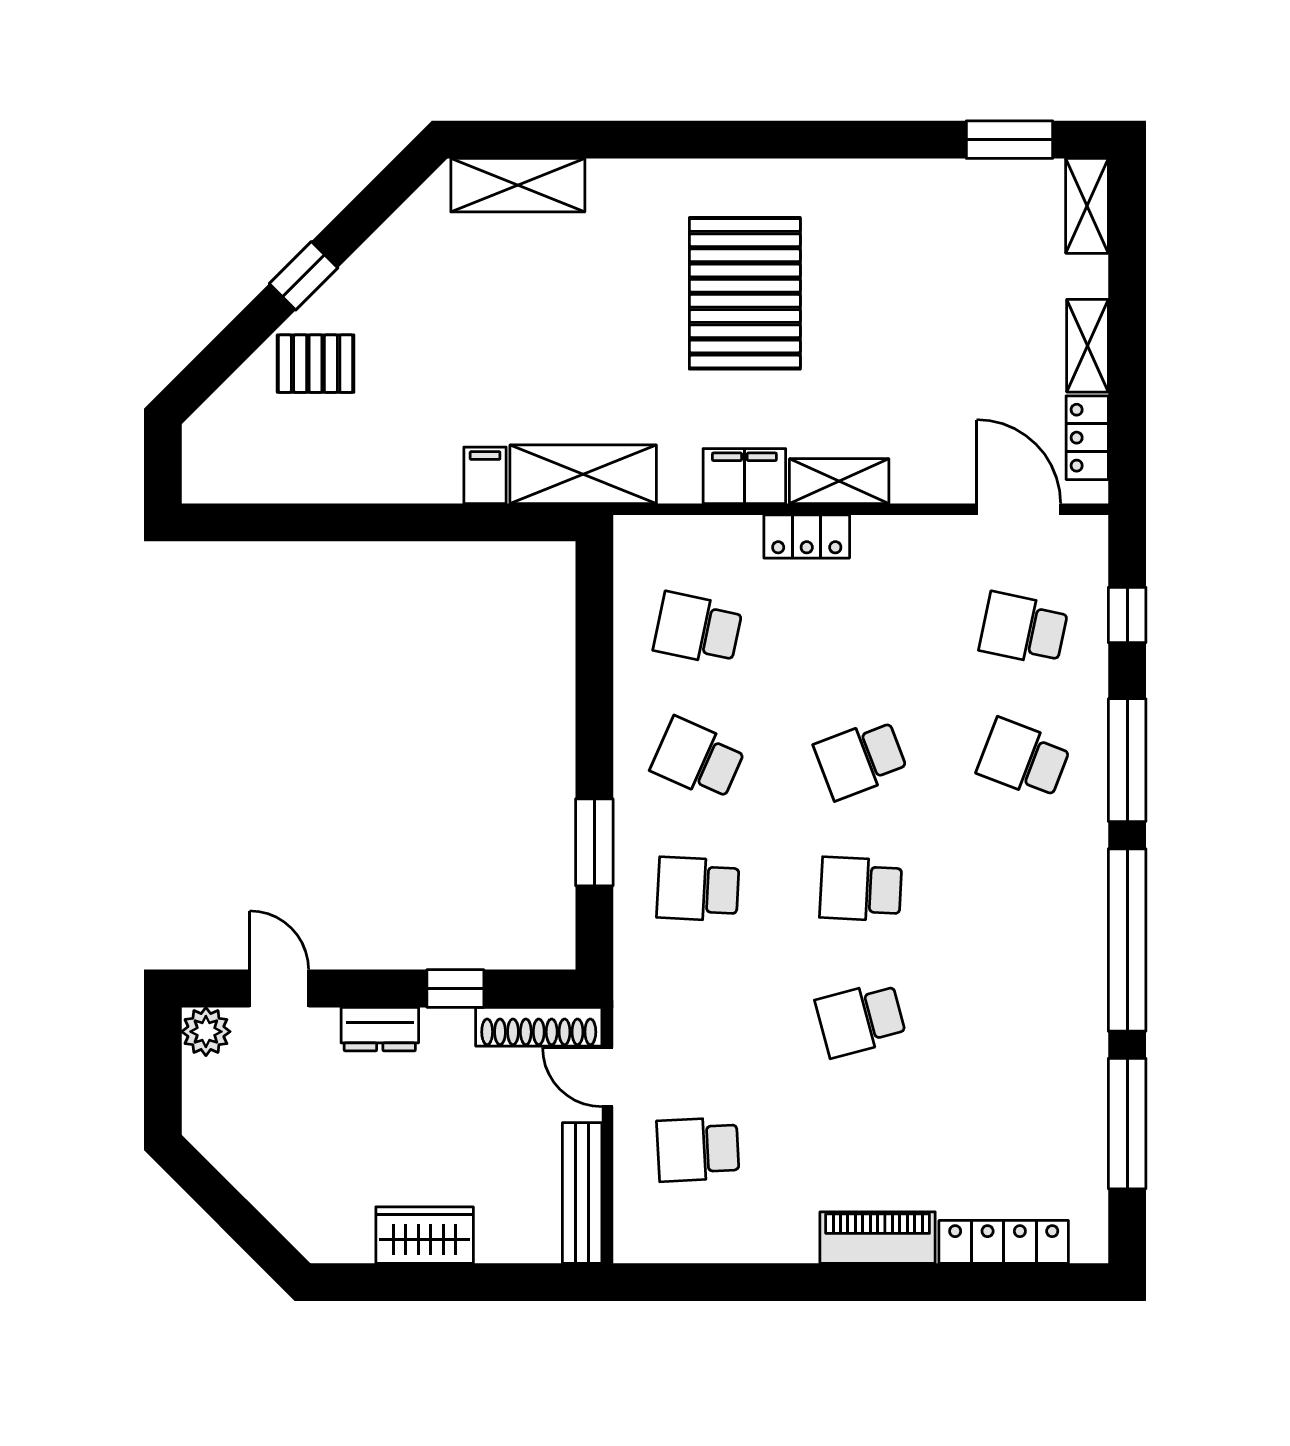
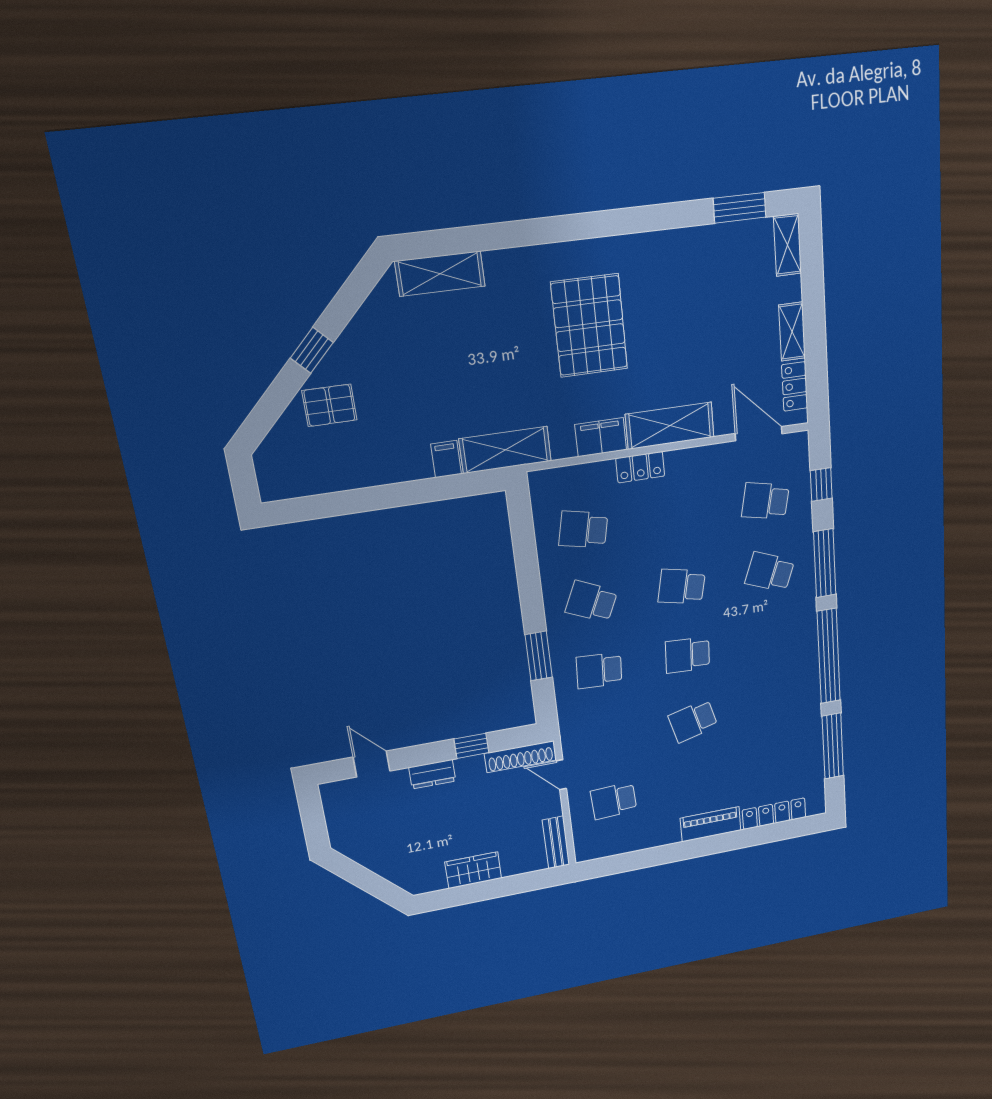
shelving: (839, 481) -> (670, 426), width x1.50, depth x1.33
school desk: (861, 759) -> (682, 586), turned 33
plant: (206, 1032) -> (334, 794), removed
bench: (582, 1193) -> (556, 842), width x0.73

